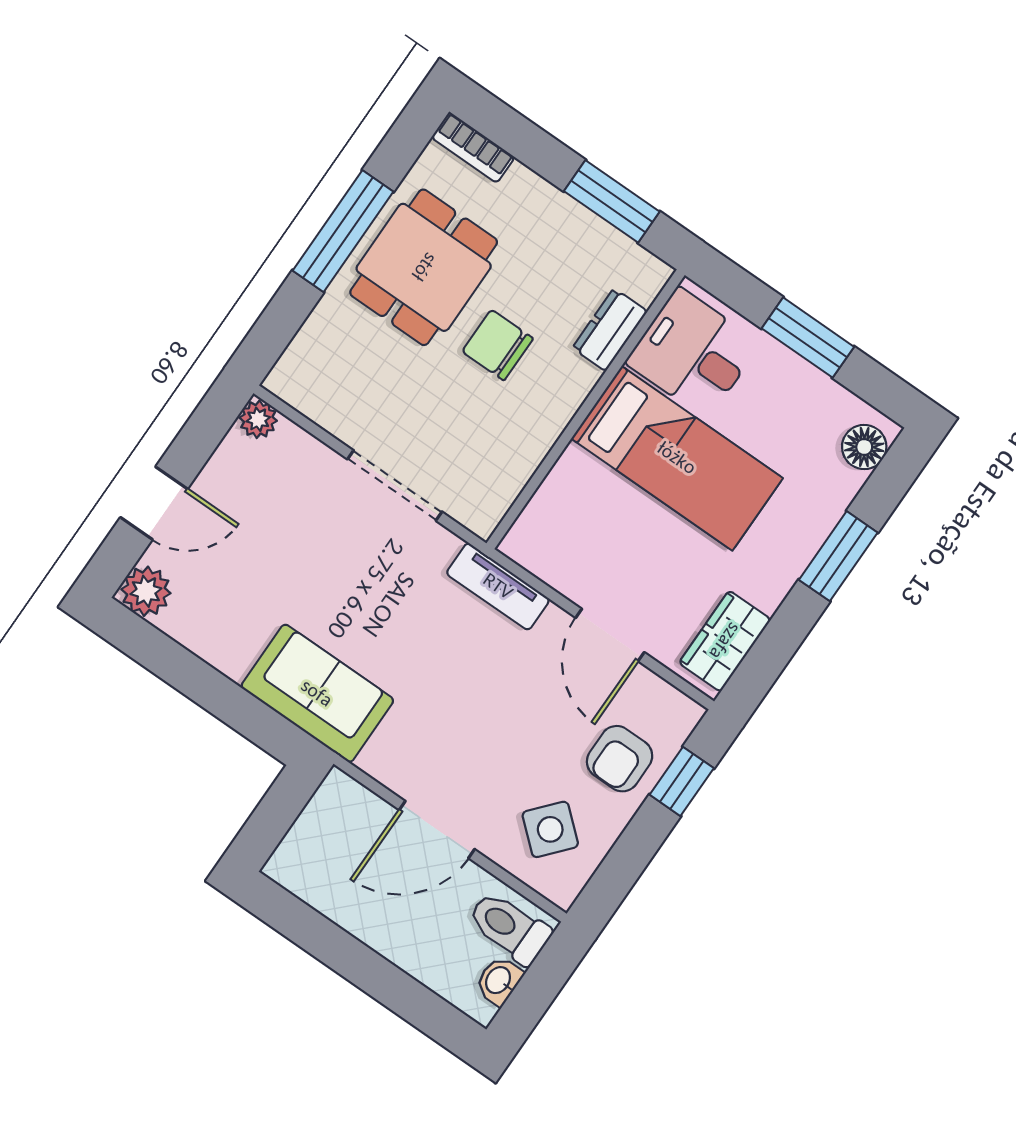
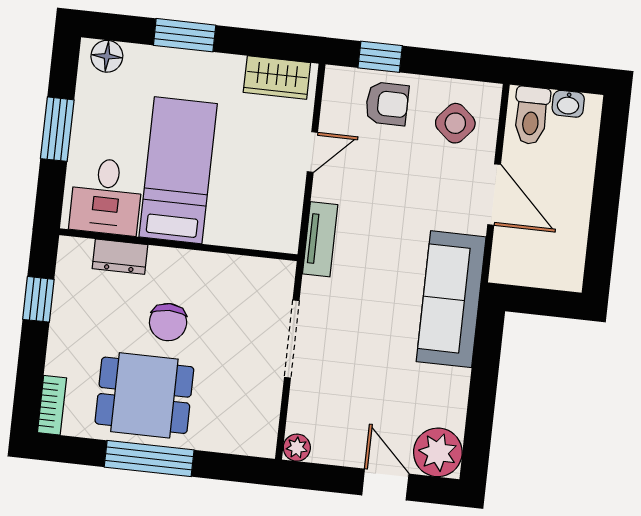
window: (612, 201) -> (38, 299), width x0.67
plant: (146, 591) -> (438, 452), width x1.36, depth x1.36
door: (610, 635) -> (312, 152), width x0.73
sofa: (317, 693) -> (451, 299), width x1.36

